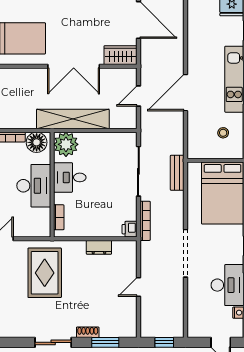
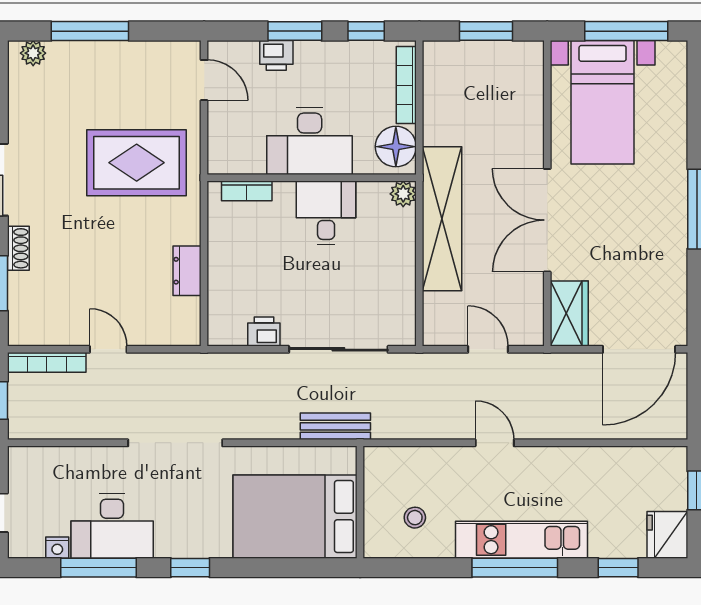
door: (186, 93) -> (495, 443), width x0.53
plant: (66, 144) -> (403, 194), width x0.53, depth x0.53
bookcase: (145, 221) -> (47, 362), moved
printer: (130, 229) -> (264, 332), moved

